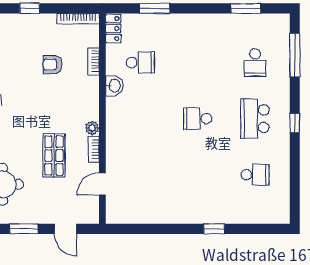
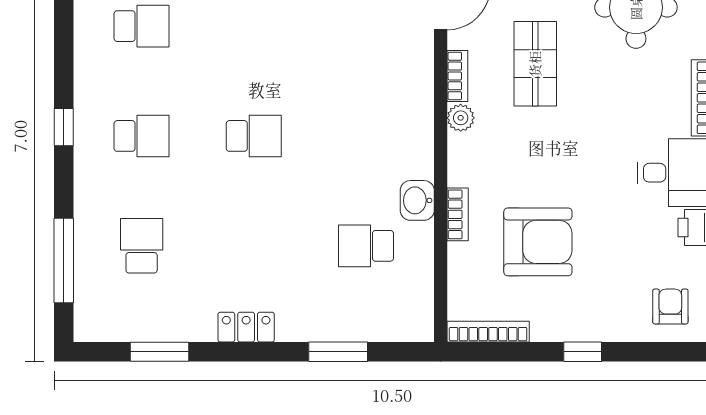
locker: (113, 29) -> (246, 327), moved, turned 90
bookcase: (94, 61) -> (458, 214), moved
armchair: (53, 65) -> (538, 242), width x1.88, depth x1.88
school desk: (255, 119) -> (142, 136), width x0.54
school desk: (255, 175) -> (142, 26), turned 180

